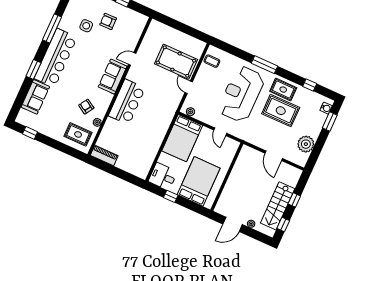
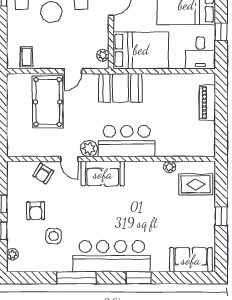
plant: (133, 75) -> (89, 149), added
sofa: (35, 97) -> (191, 260), moved
armchair: (86, 107) -> (43, 173), moved
booth: (164, 114) -> (120, 88), added
window: (30, 133) -> (221, 216), moved
rug: (78, 134) -> (196, 184), turned 90
piano: (104, 156) -> (207, 103), moved

